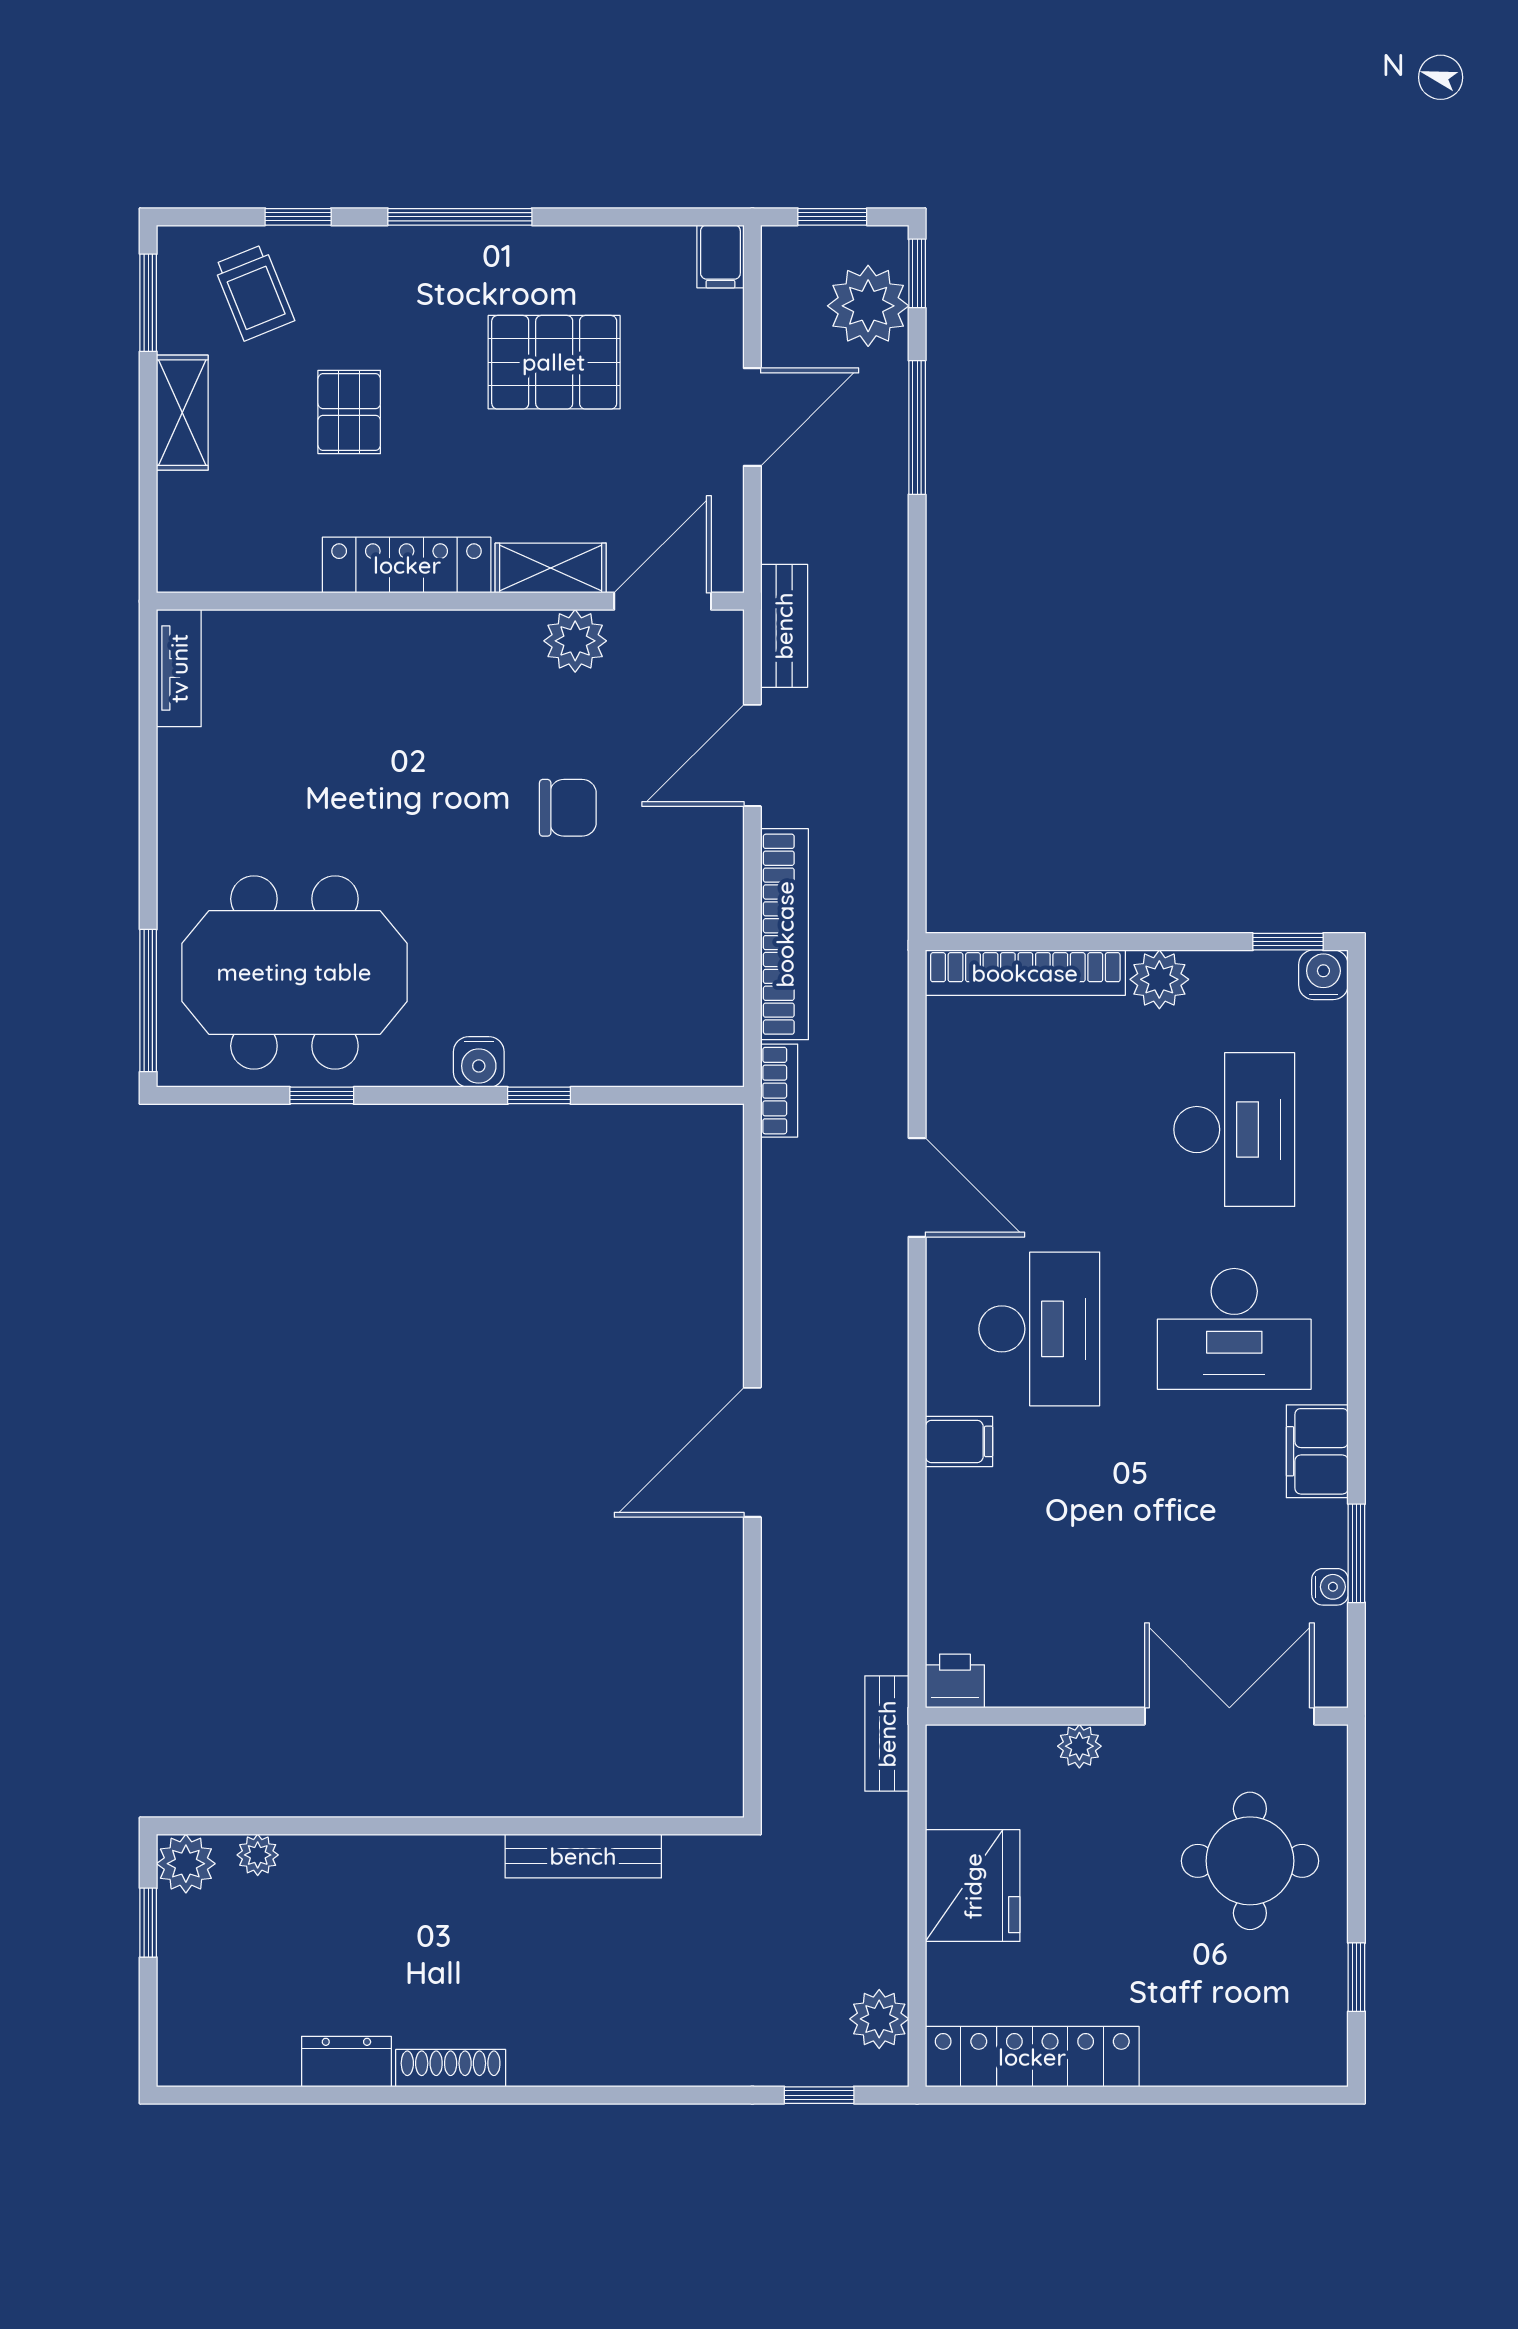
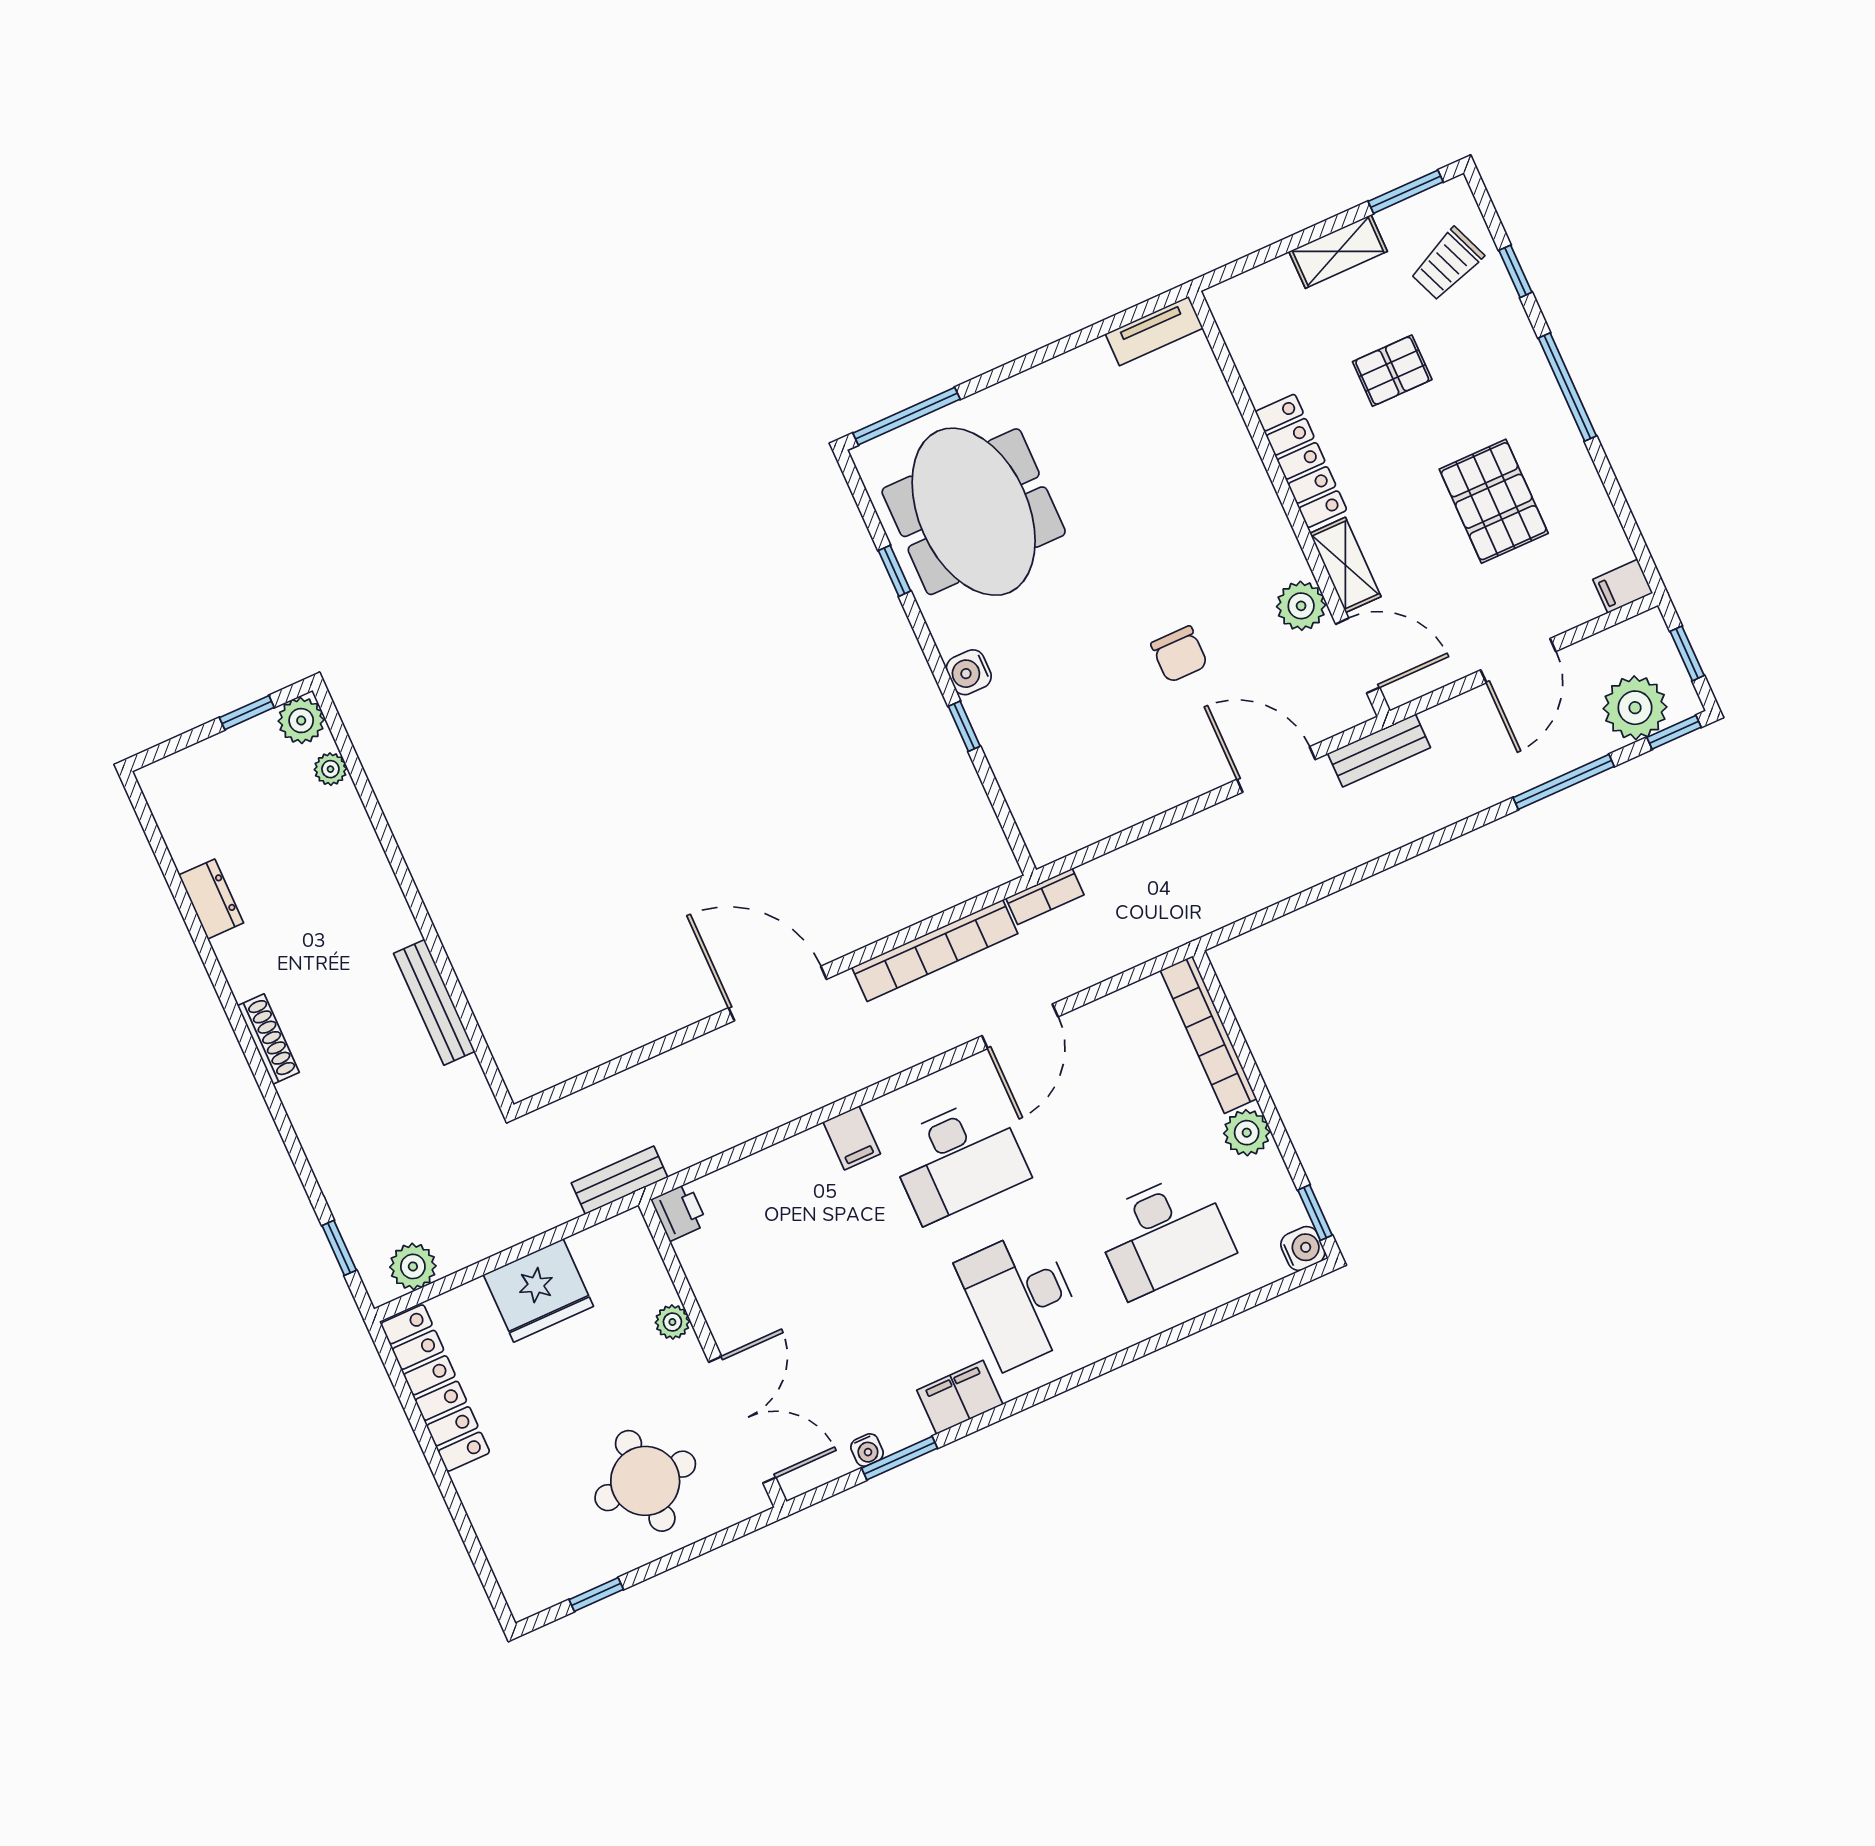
door: (752, 417) -> (1518, 661), hinge flipped
bookcase: (785, 934) -> (935, 951), moved
shoe rack: (451, 2068) -> (268, 1039), moved

